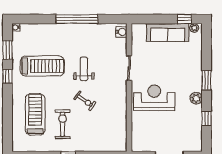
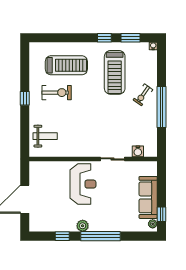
water cooler: (121, 32) -> (138, 151), moved
weight bench: (84, 69) -> (45, 136), moved
window: (206, 80) -> (100, 236), width x2.11
exercise bike: (85, 101) -> (143, 95), moved

